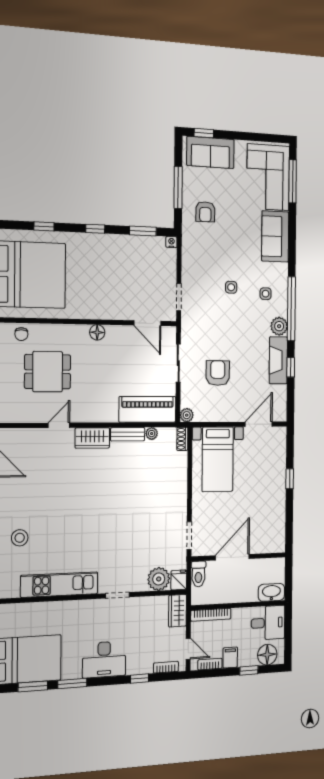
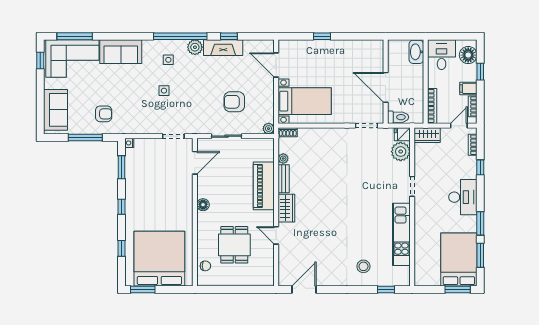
window: (204, 133) -> (40, 60), moved
piano: (147, 409) -> (264, 186), moved

